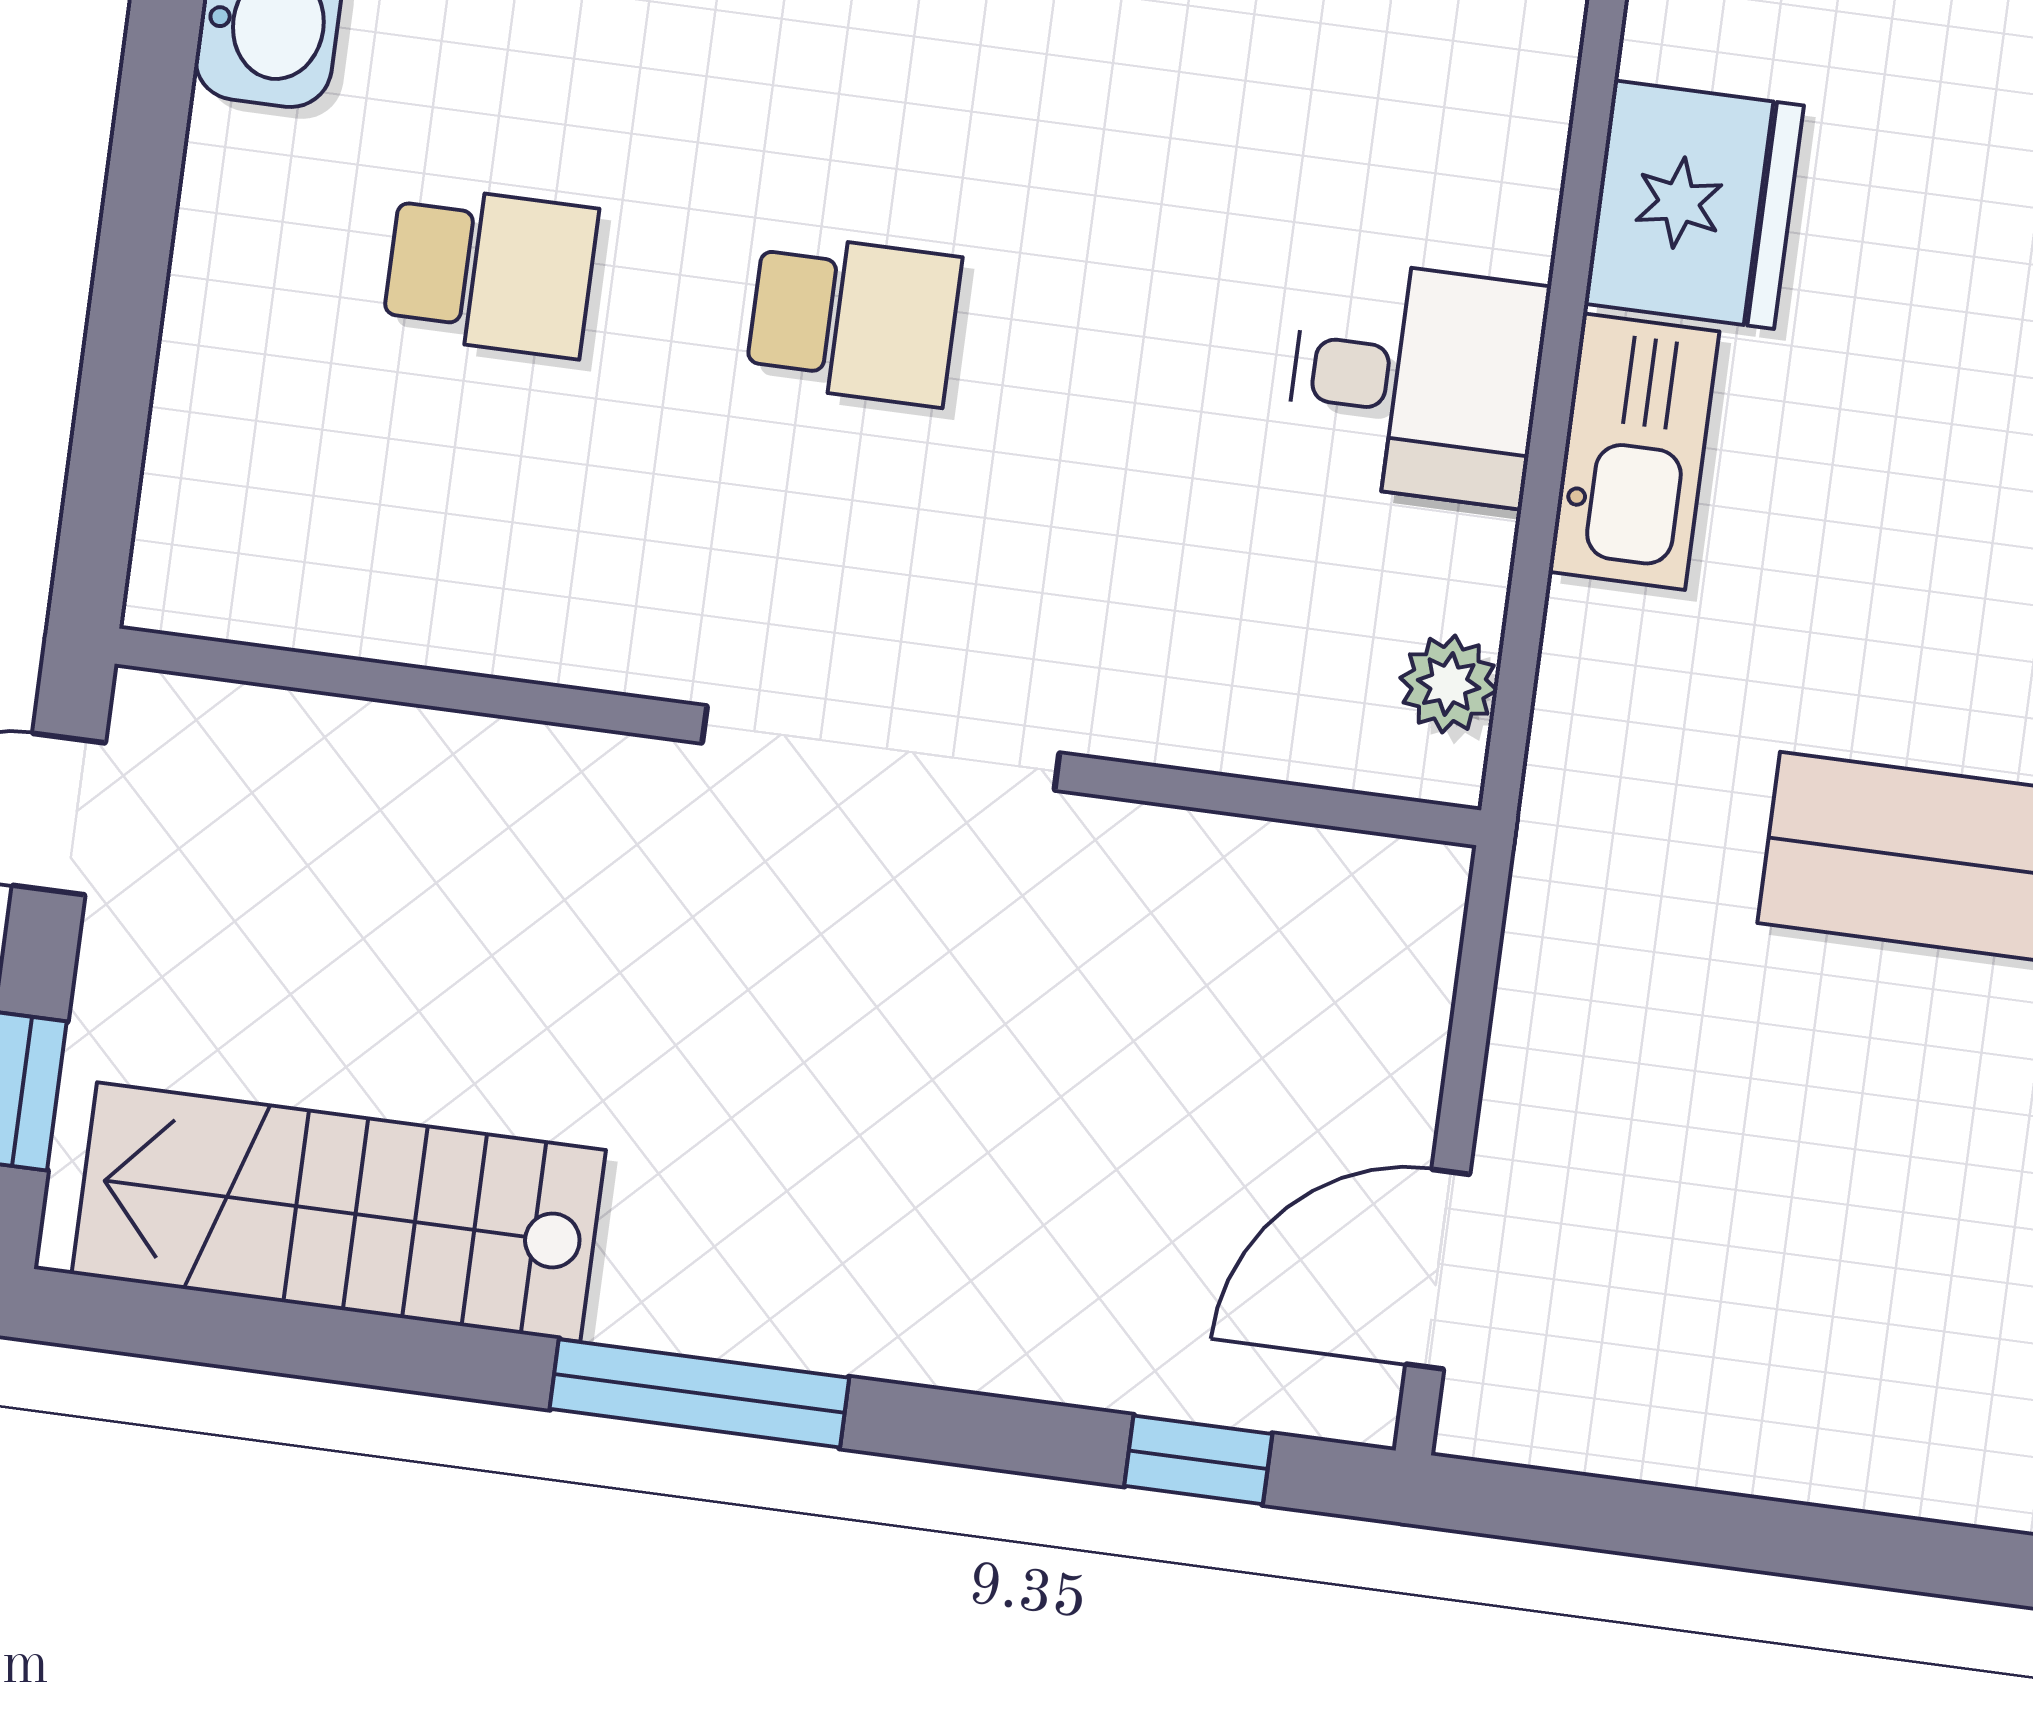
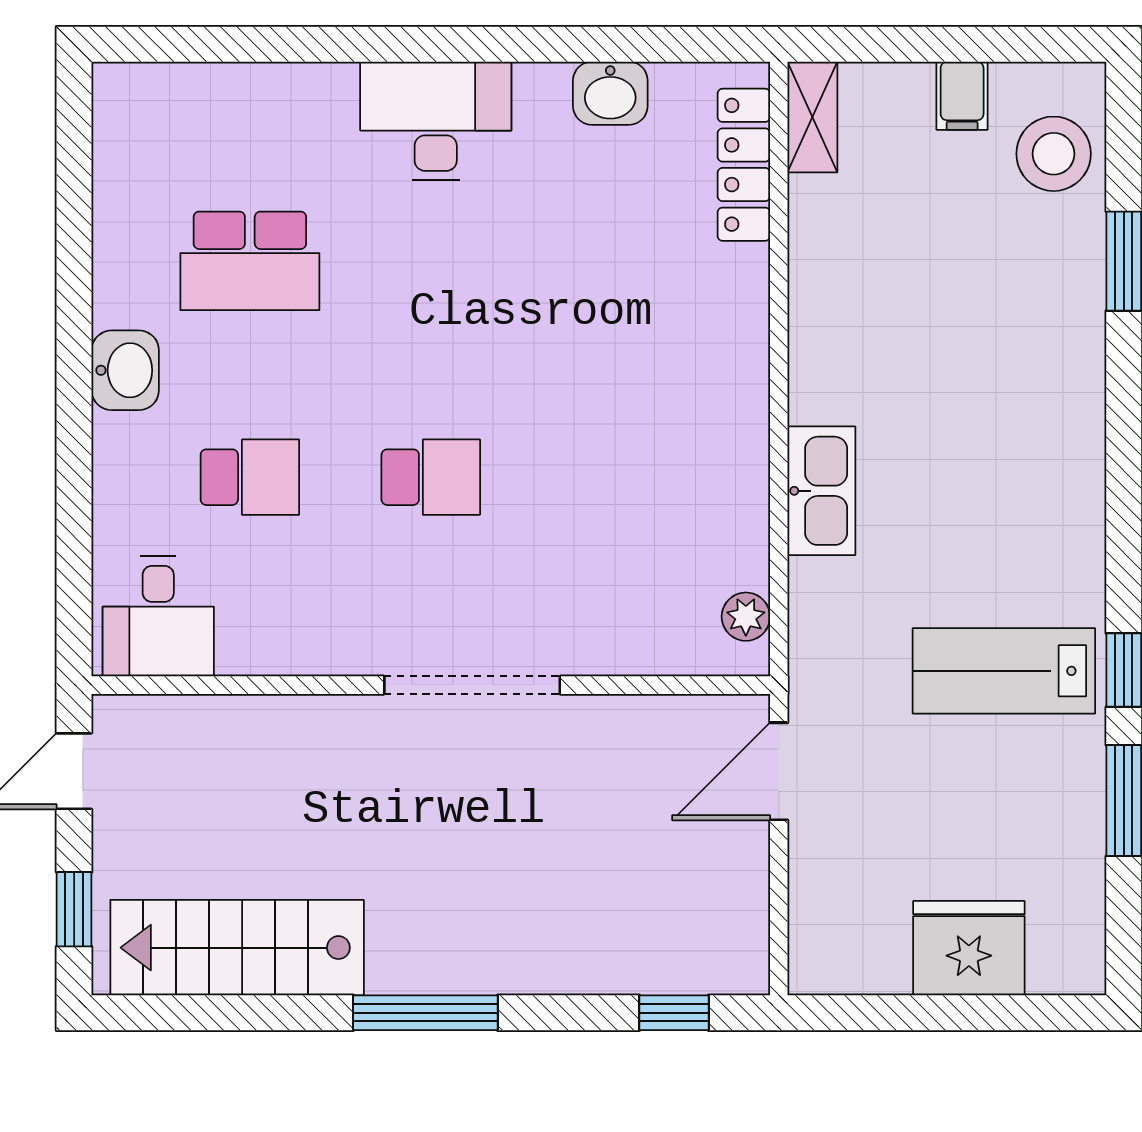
fridge: (1694, 205) -> (969, 948), moved, turned -90
desk: (1416, 382) -> (158, 616), moved, turned 90
door: (1438, 1269) -> (779, 771), moved

